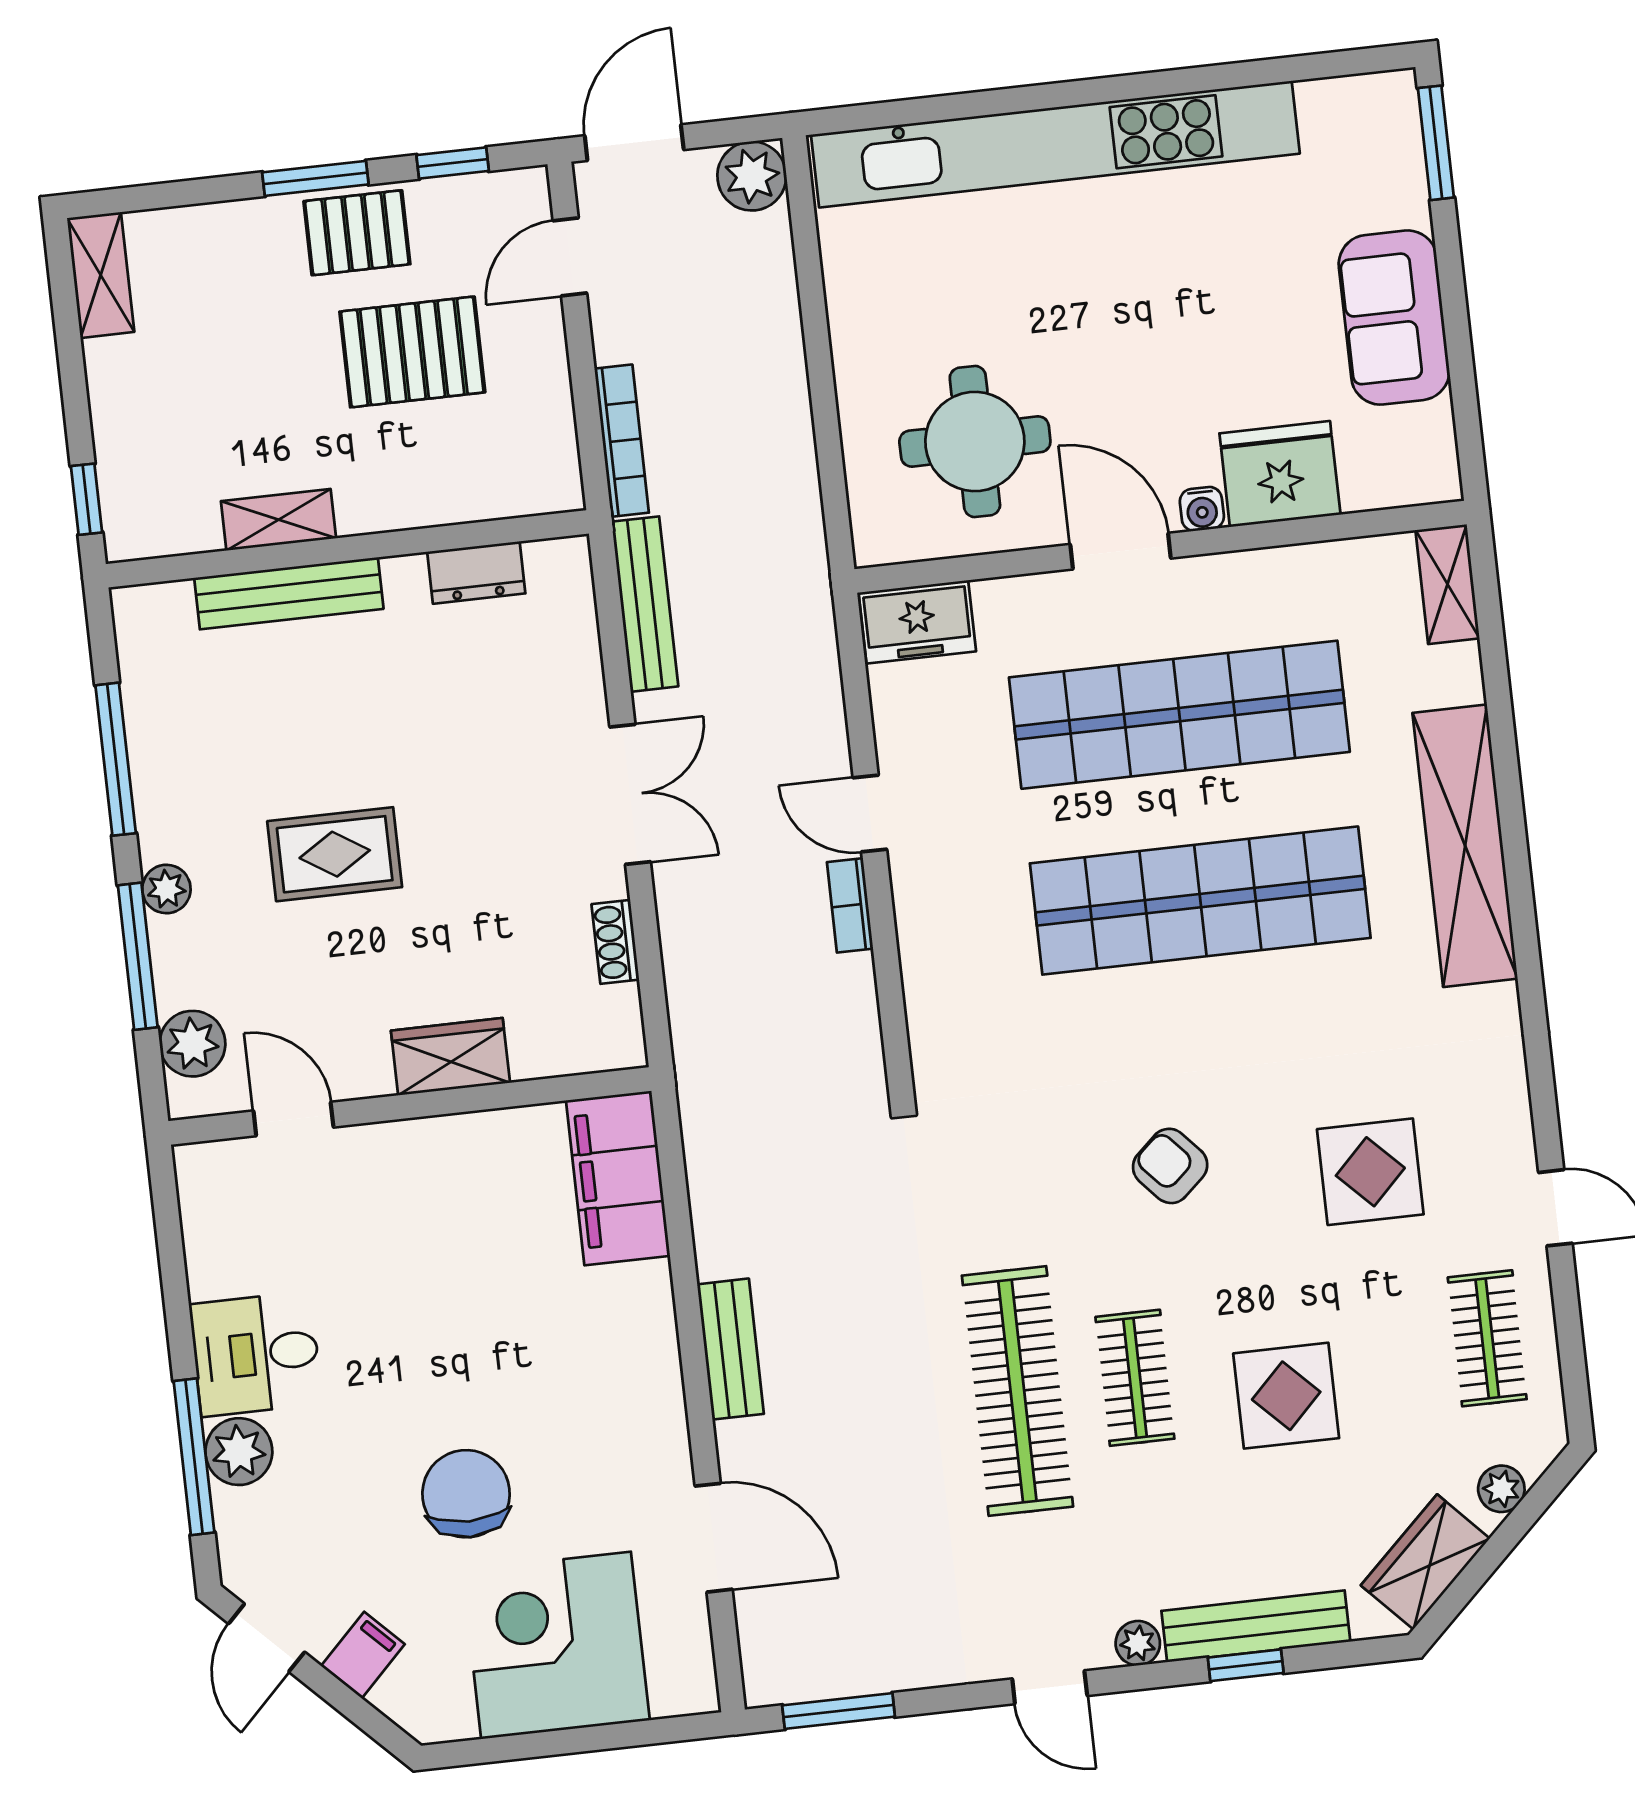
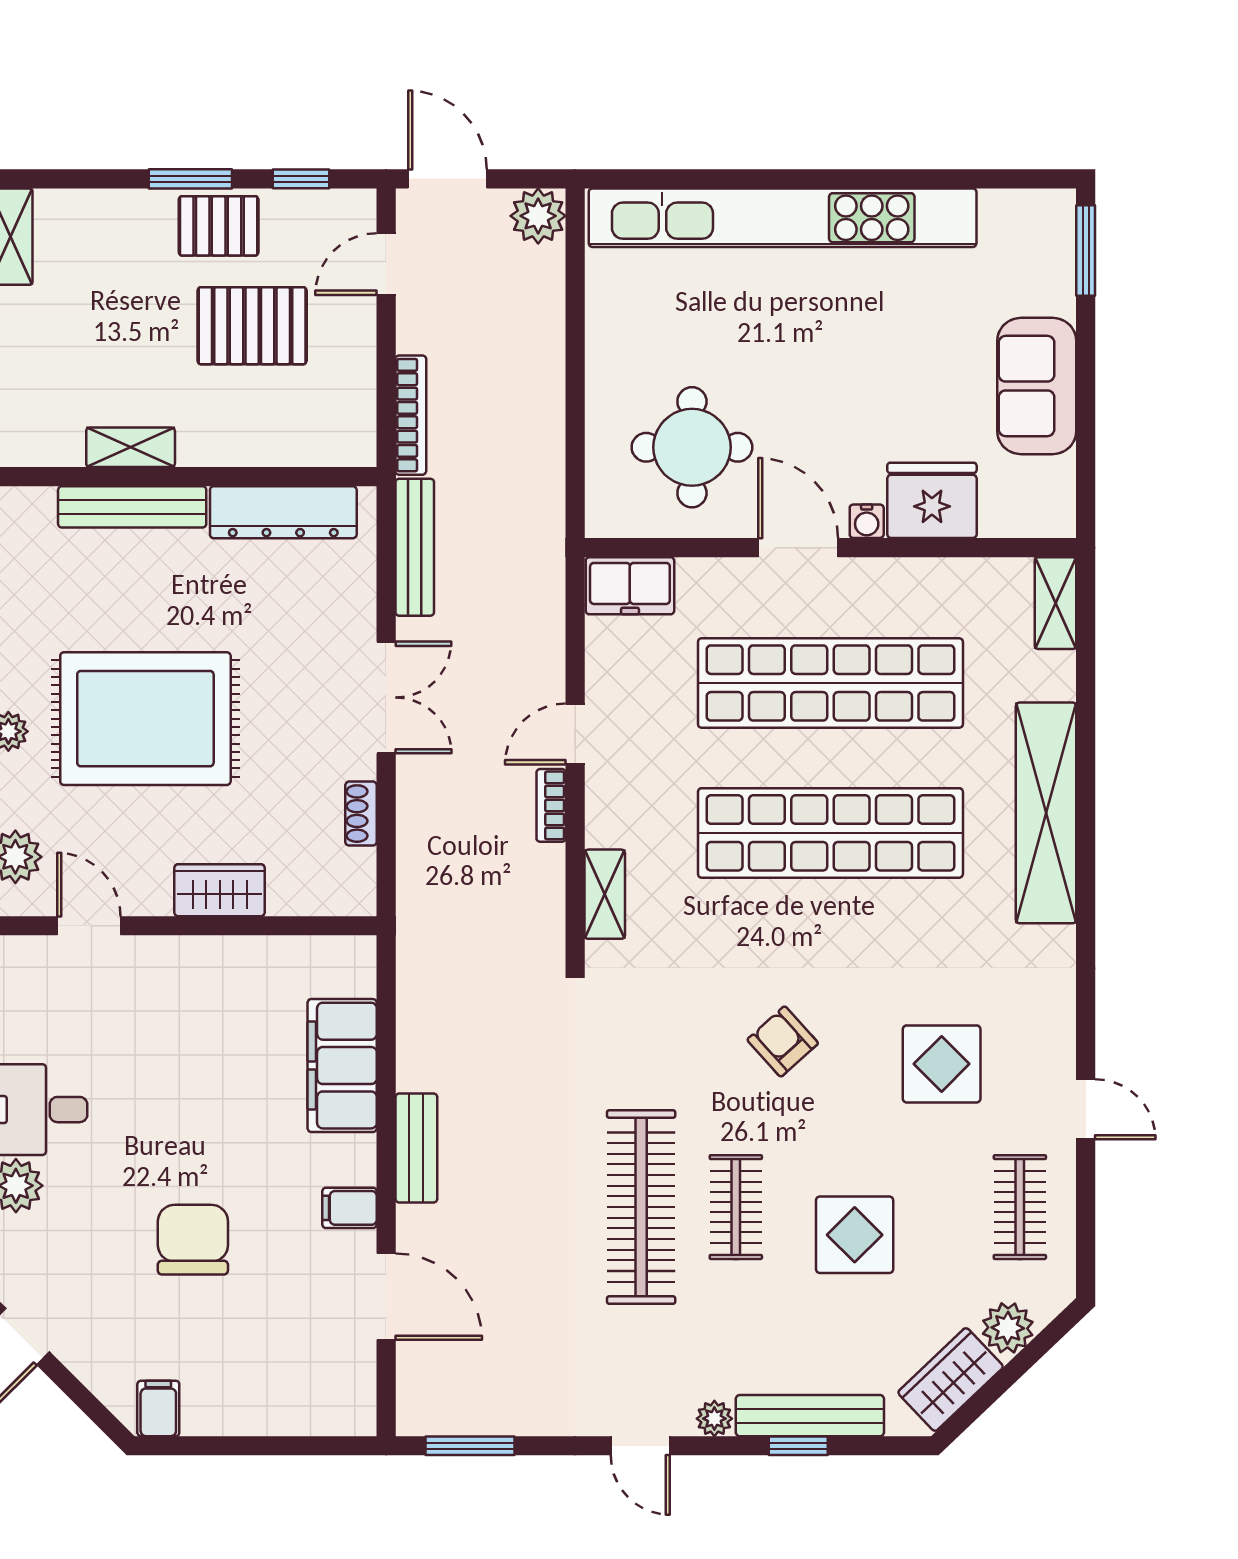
door: (634, 143) -> (447, 179), hinge flipped
dresser: (476, 573) -> (283, 512), width x1.96, depth x1.24
door: (870, 813) -> (575, 734), hinge flipped
rug: (335, 854) -> (145, 719), width x1.86, depth x2.06
shelving: (929, 1008) -> (605, 894), added
filing cabinet: (618, 1178) -> (342, 1066), moved
filing cabinet: (656, 1433) -> (349, 1208), added
plant: (1501, 1489) -> (1008, 1328), width x1.38, depth x1.38
corner desk: (556, 1645) -> (251, 1368), removed
filing cabinet: (363, 1655) -> (158, 1408), moved, turned -45

